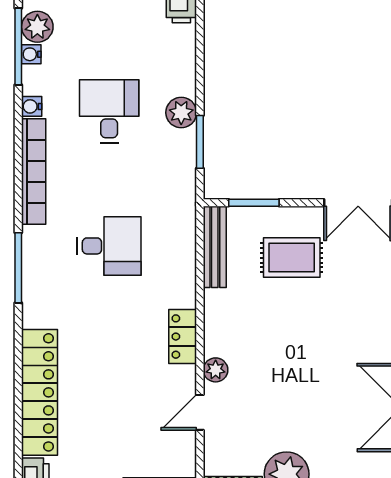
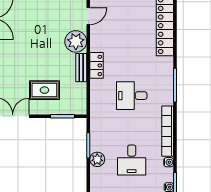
bench: (215, 247) -> (81, 68), moved, width x0.73
locker: (183, 337) -> (97, 65), moved
plant: (216, 370) -> (76, 41), width x1.87, depth x1.87

